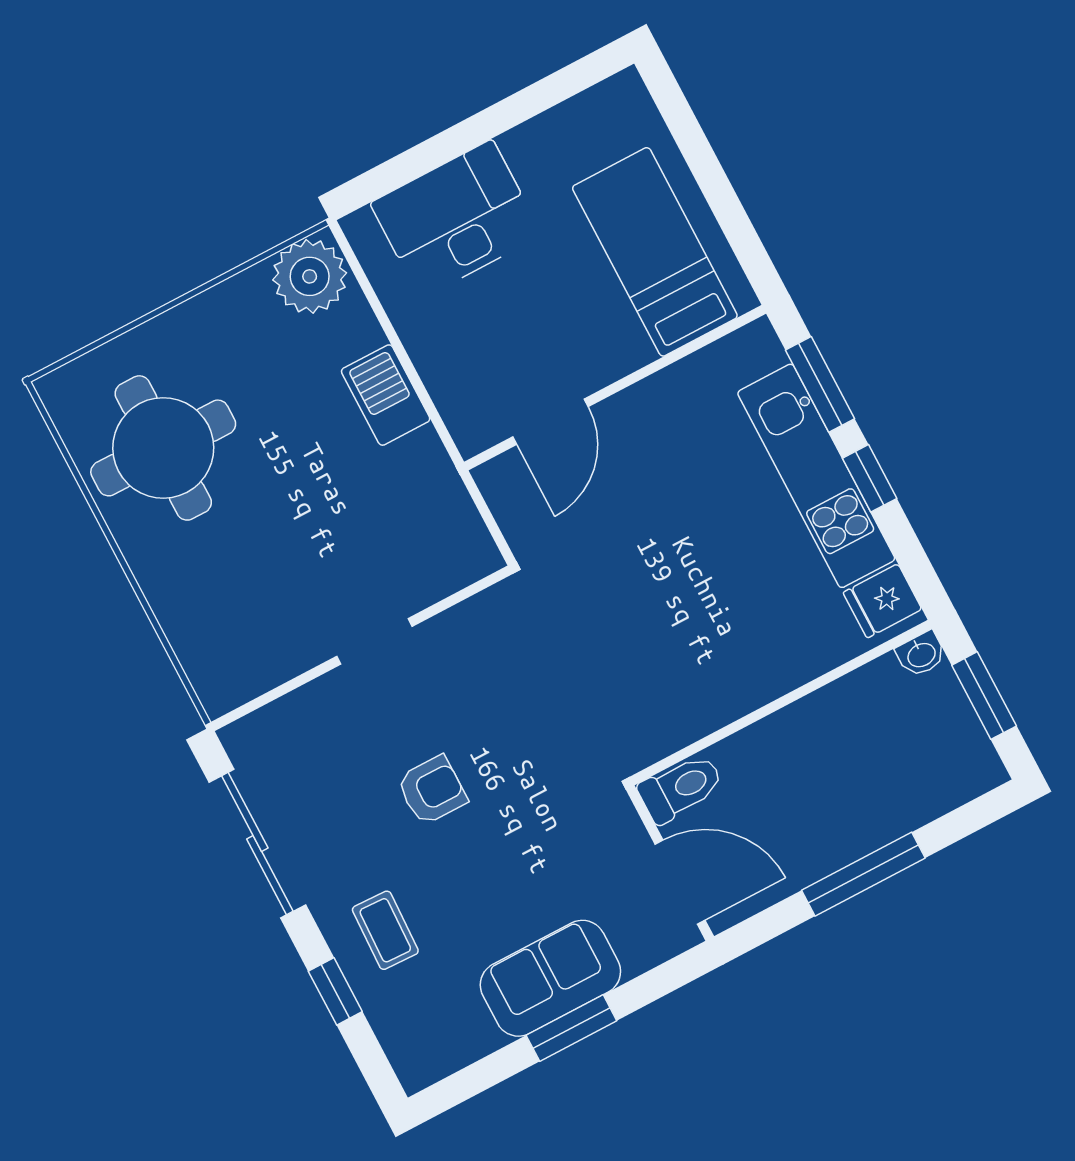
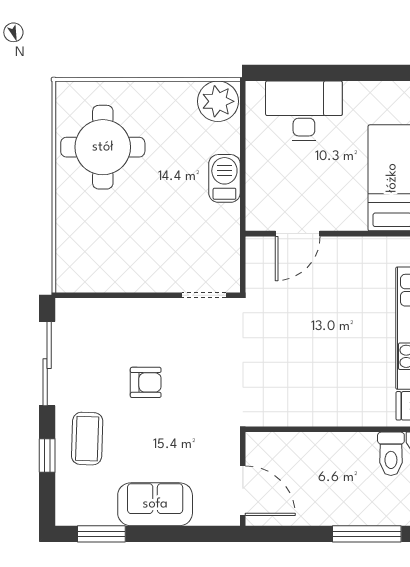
doorway: (374, 641) -> (204, 295), moved
toilet: (681, 788) -> (391, 454), moved, turned 90
window: (863, 874) -> (367, 534), moved
coffee table: (385, 930) -> (87, 439), width x1.36, depth x1.30
window: (571, 1028) -> (101, 534), moved

